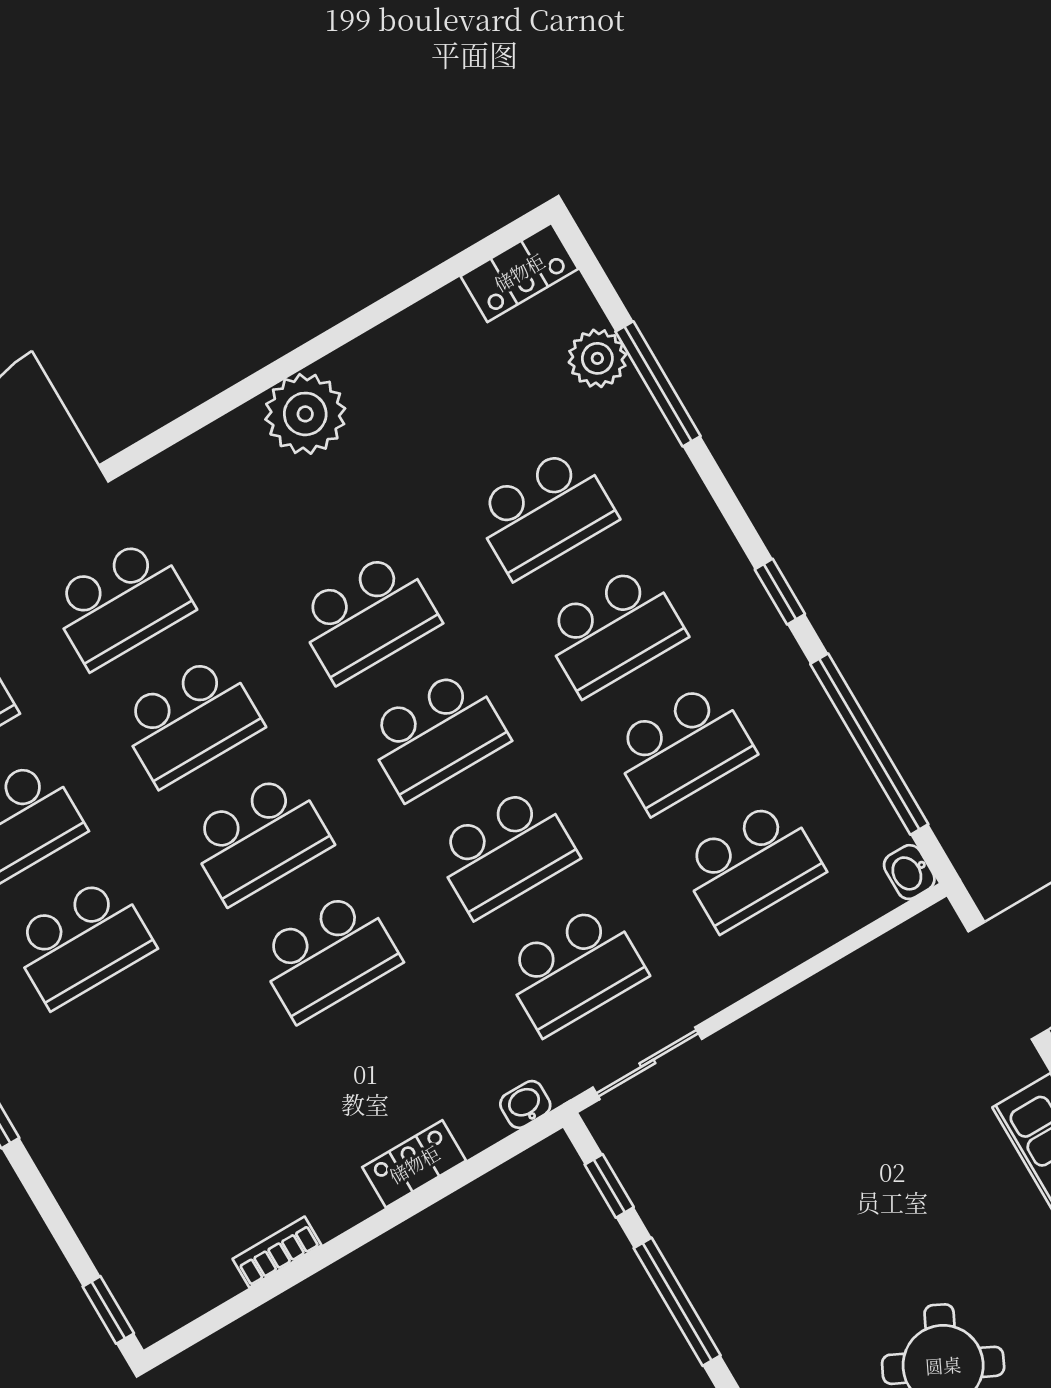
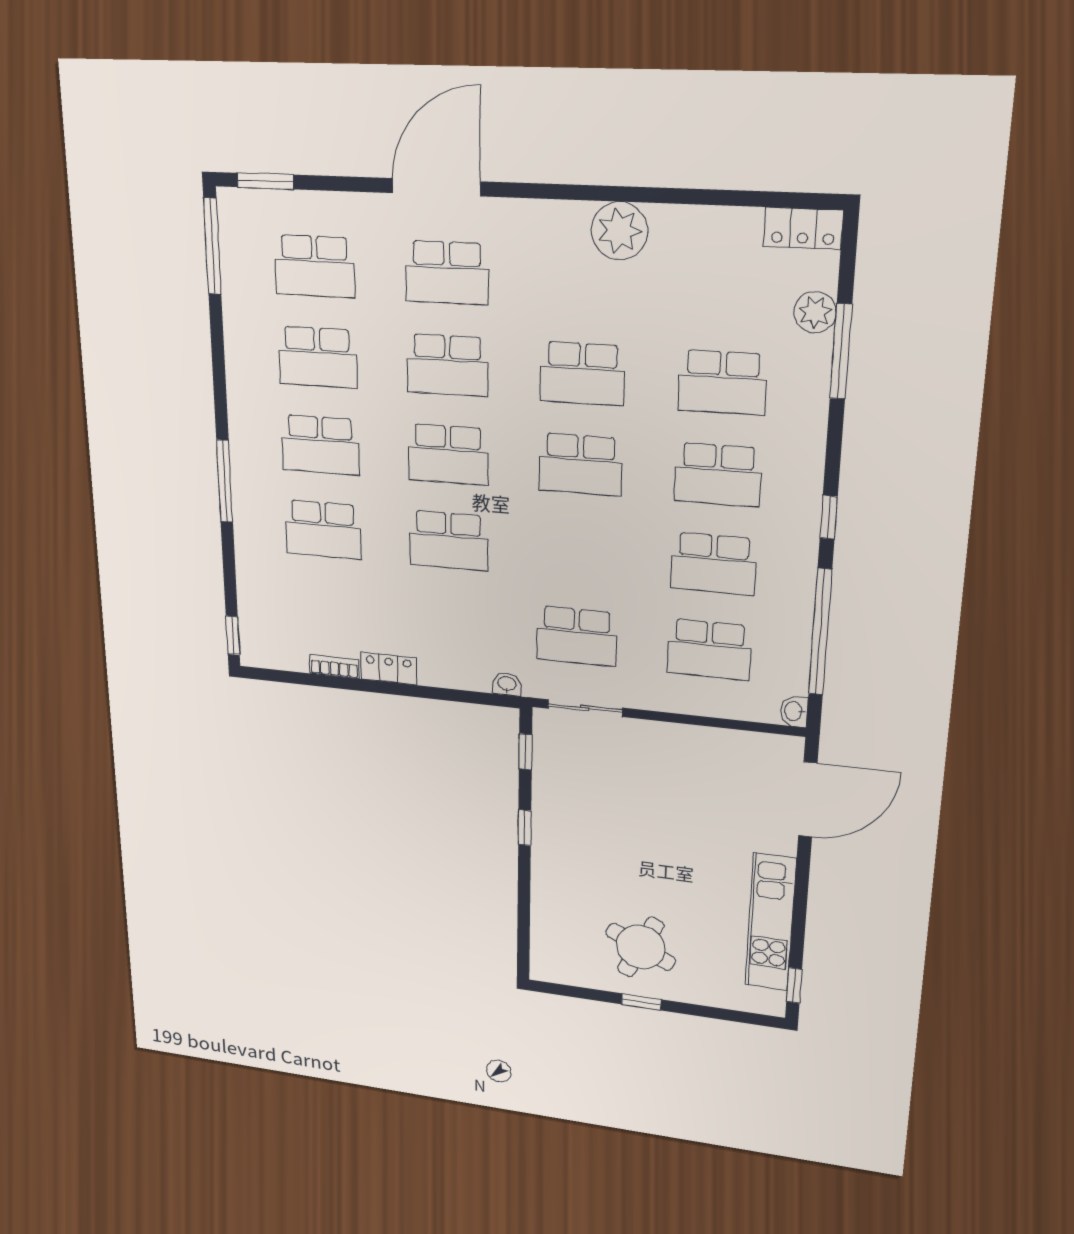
school desk: (505, 852) -> (323, 530), moved
locker: (414, 1164) -> (389, 668), moved
window: (677, 1302) -> (525, 828), width x0.46

